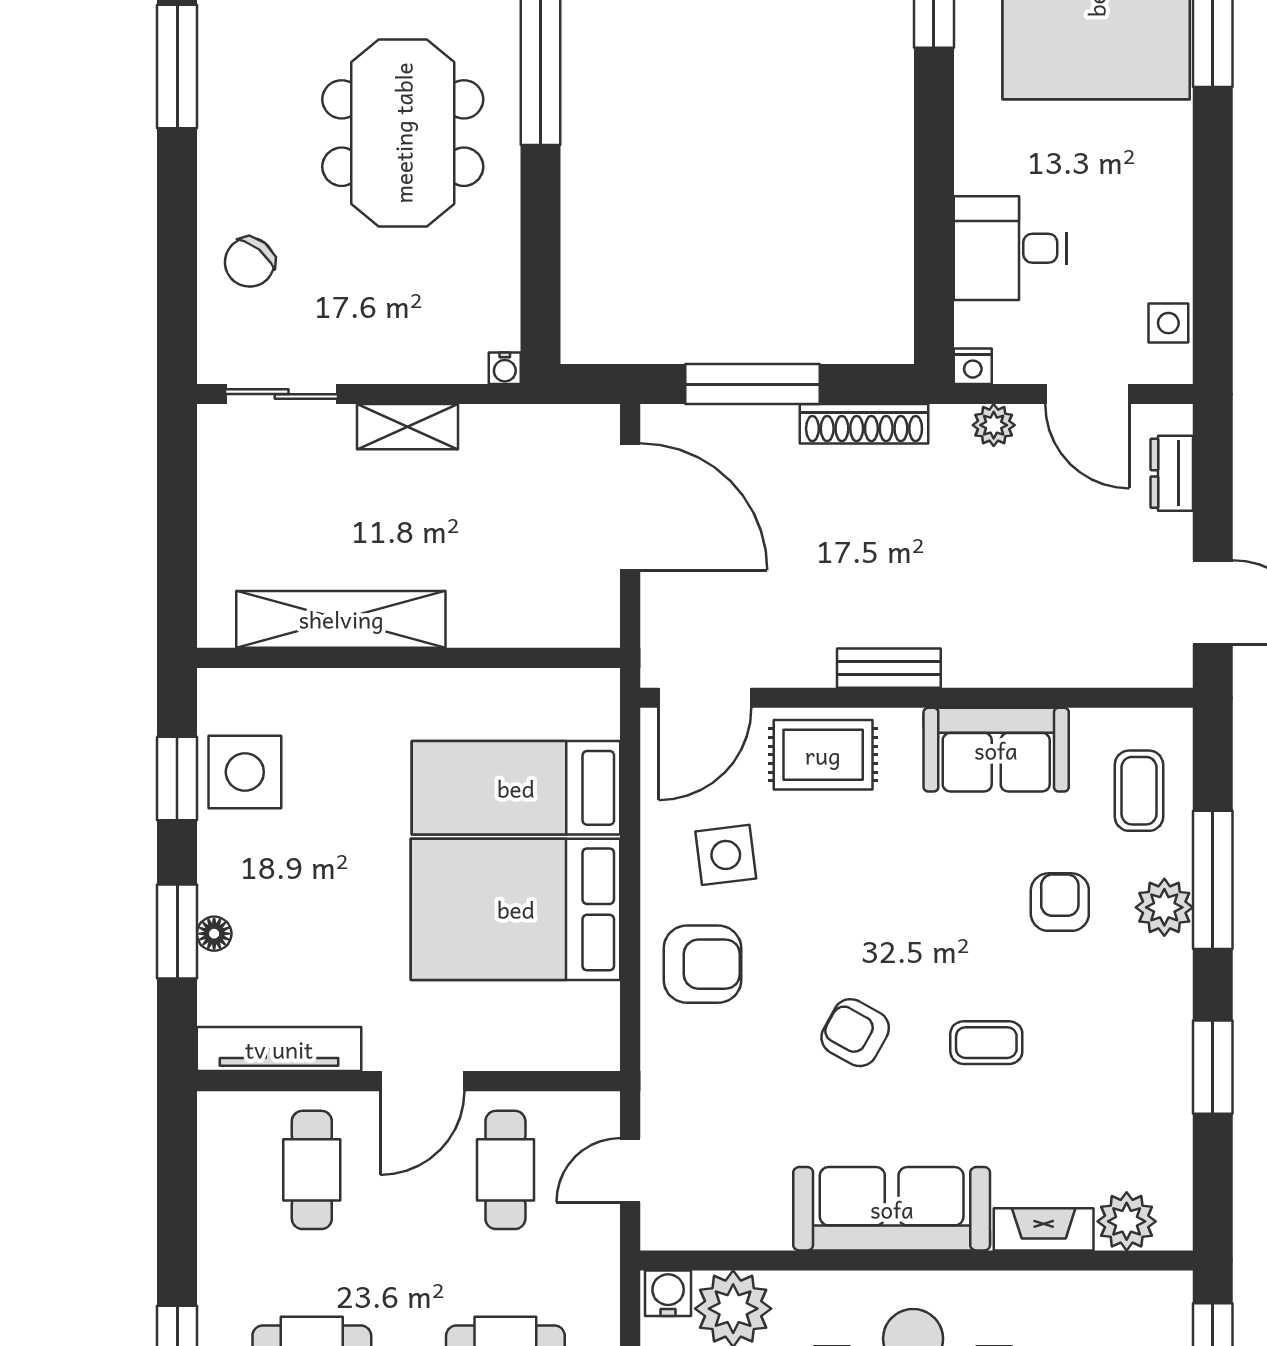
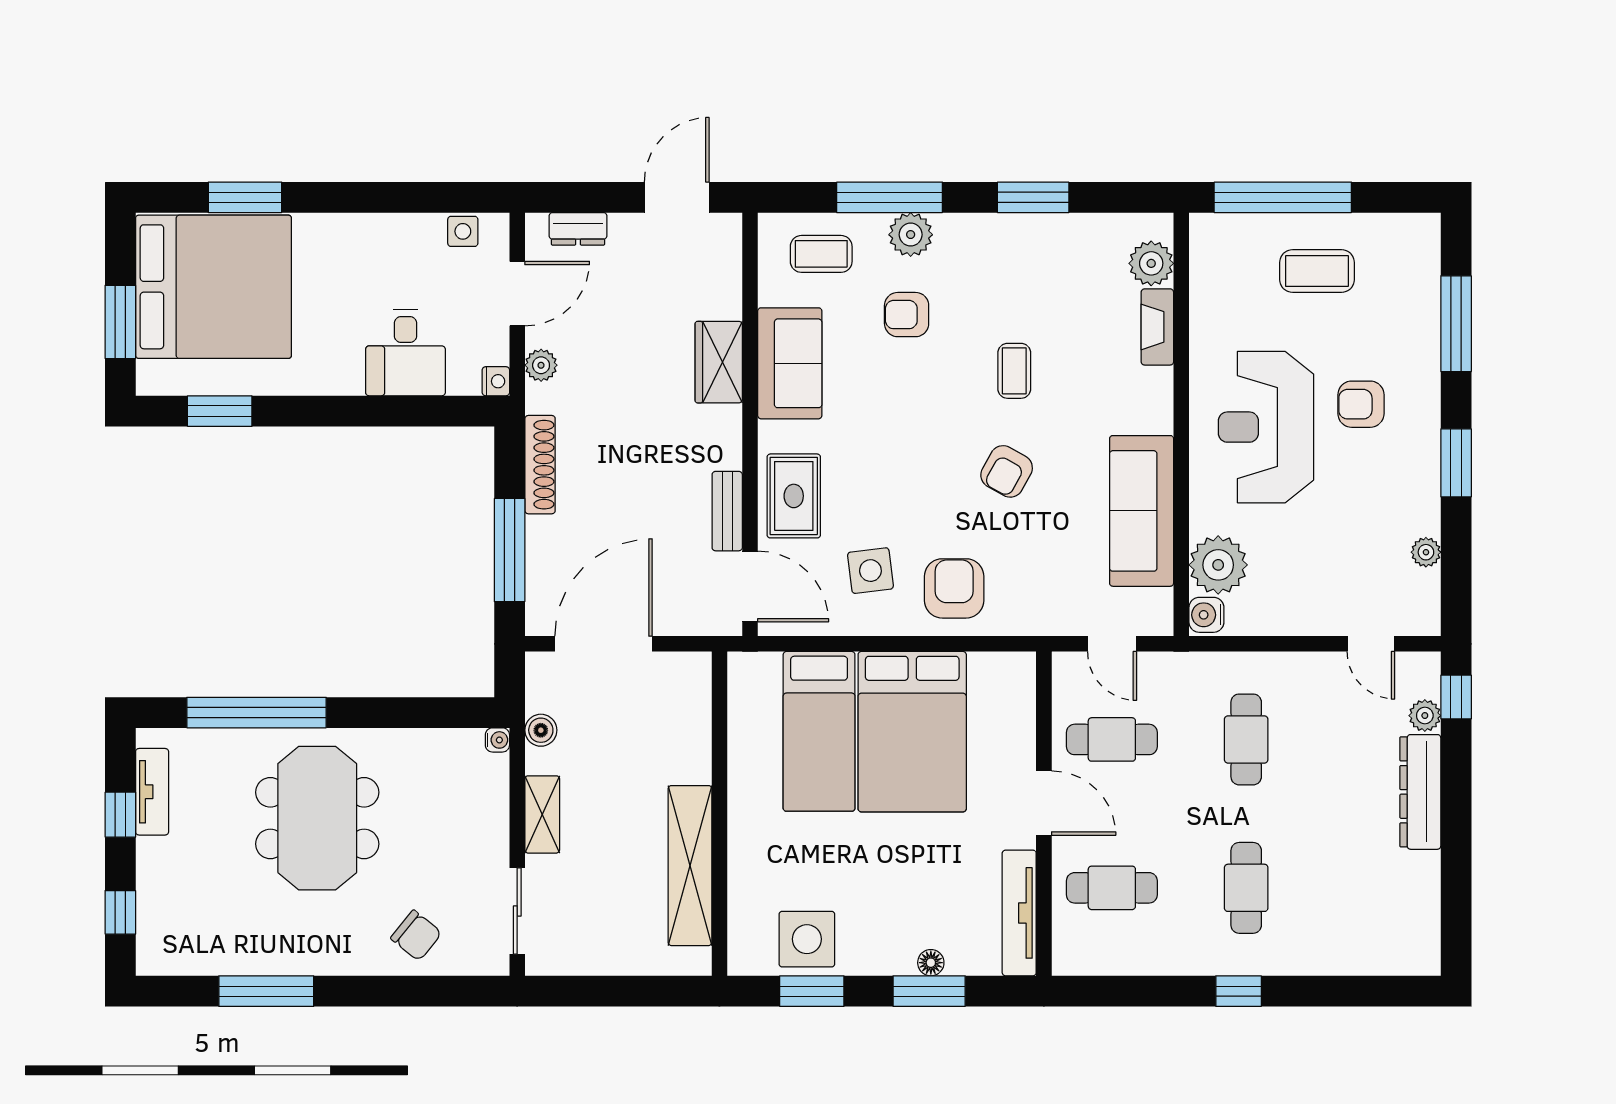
meeting table: (403, 133) -> (317, 818), turned 90
boiler: (517, 425) -> (541, 730), added
wardrobe: (998, 657) -> (719, 362), added
bench: (889, 668) -> (727, 511), moved
sofa: (892, 1209) -> (1142, 511), moved

